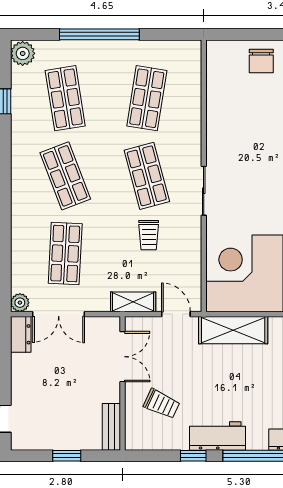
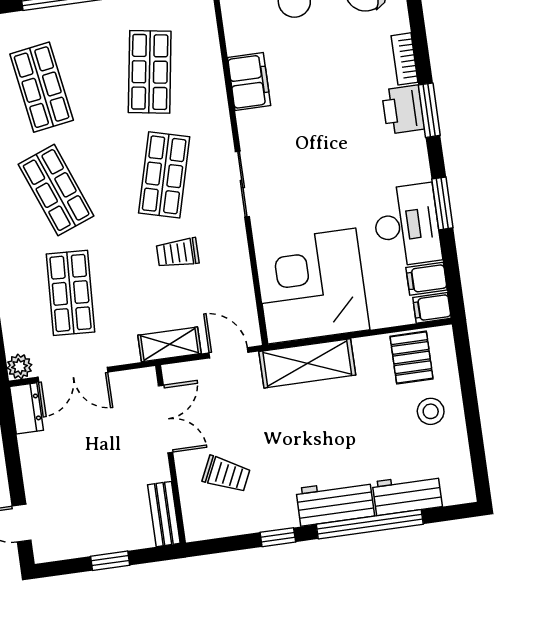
filing cabinet: (219, 116) -> (249, 82), added
shop shelf: (147, 176) -> (164, 175), turned 30
trolley: (149, 235) -> (178, 253), turned 90
workbench: (218, 436) -> (335, 502), moved

